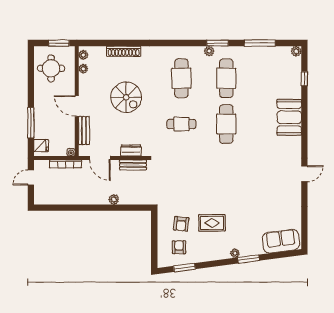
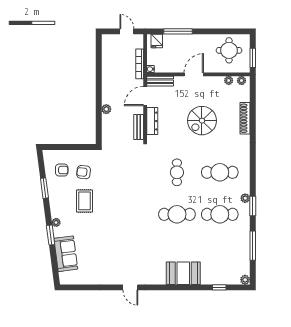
bench: (84, 131) -> (160, 81), moved
dresser: (131, 150) -> (152, 121), width x1.44
sofa: (281, 241) -> (66, 254), moved
window: (184, 267) -> (44, 188), moved

